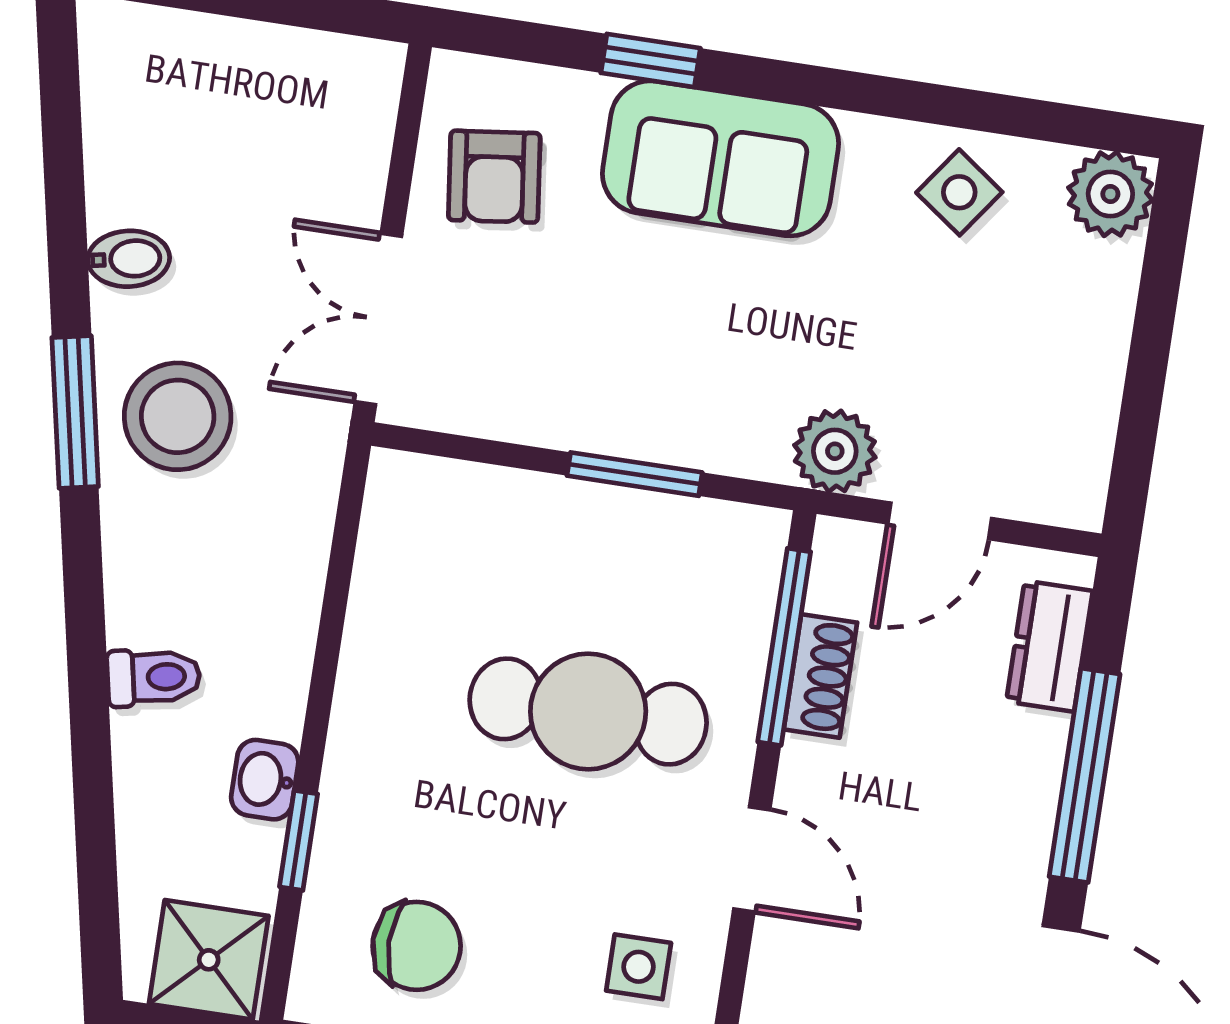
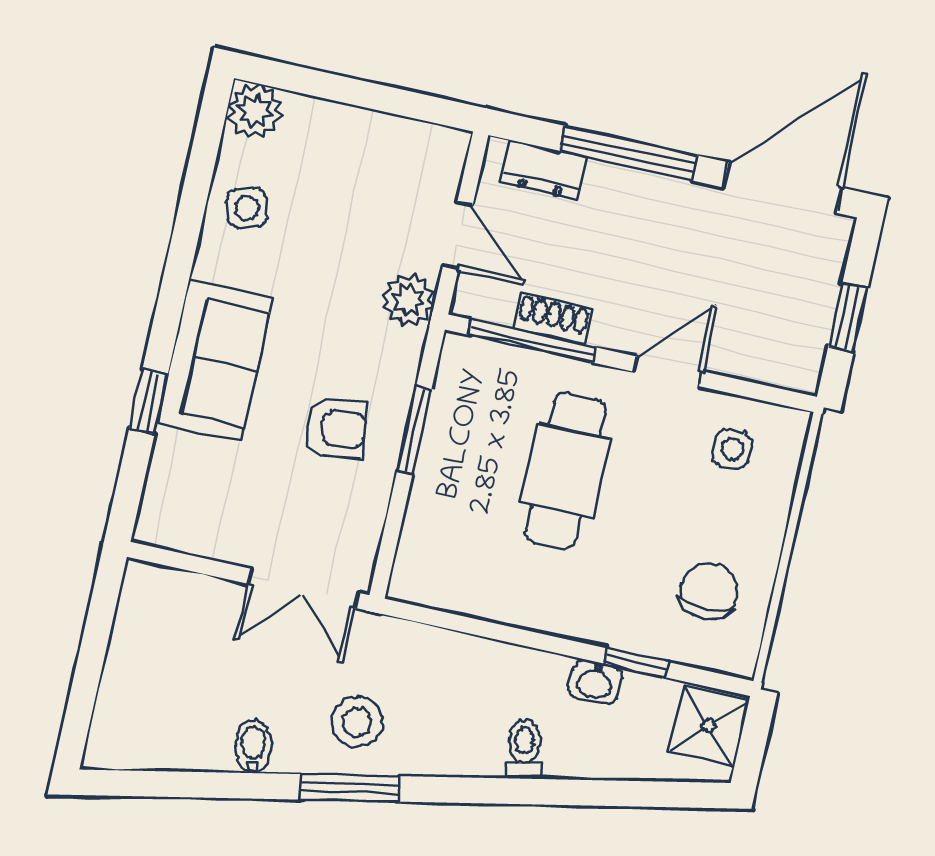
armchair: (494, 177) -> (336, 429), moved
side table: (959, 192) -> (247, 208), turned 36
stool: (178, 416) -> (357, 722), width x0.73, depth x0.73

